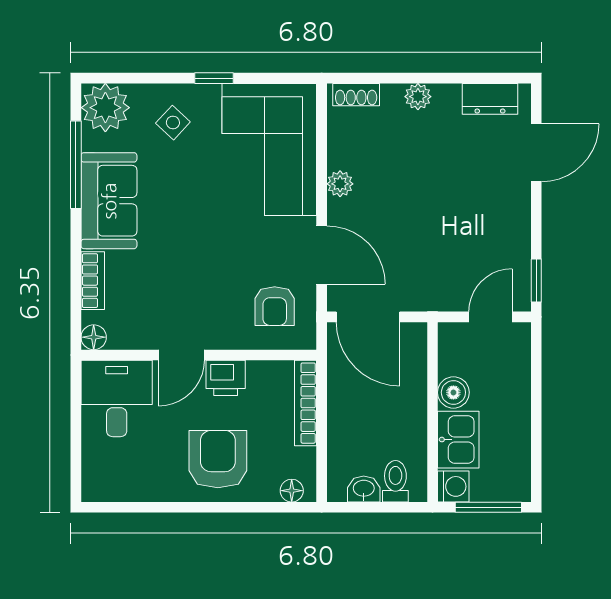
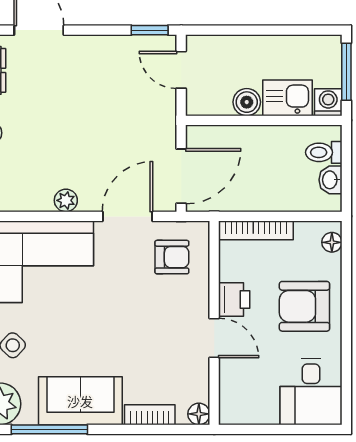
desk: (117, 398) -> (311, 392), moved, turned -90

